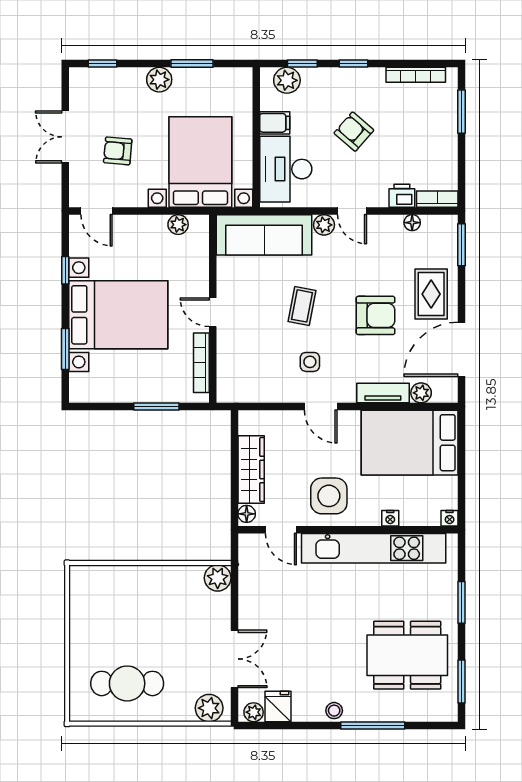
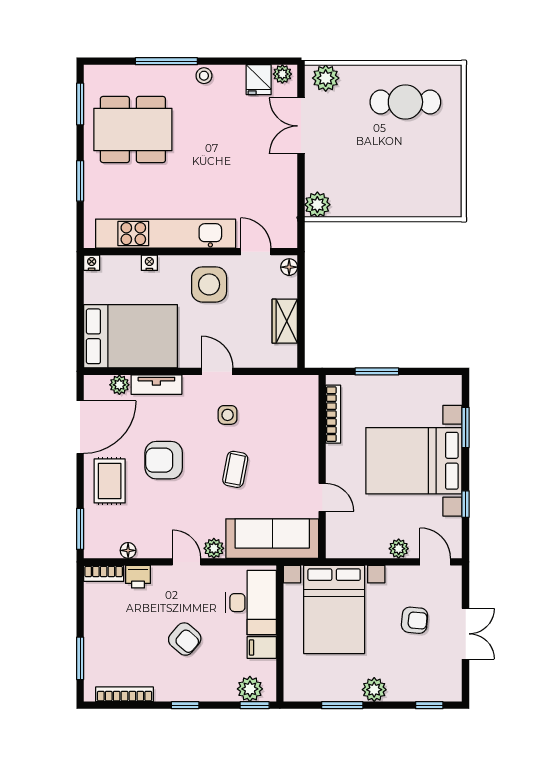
window: (302, 64) -> (255, 705), moved
plant: (178, 225) -> (399, 549), moved
door: (213, 312) -> (322, 497), moved
wardrobe: (251, 470) -> (285, 321), width x0.67

